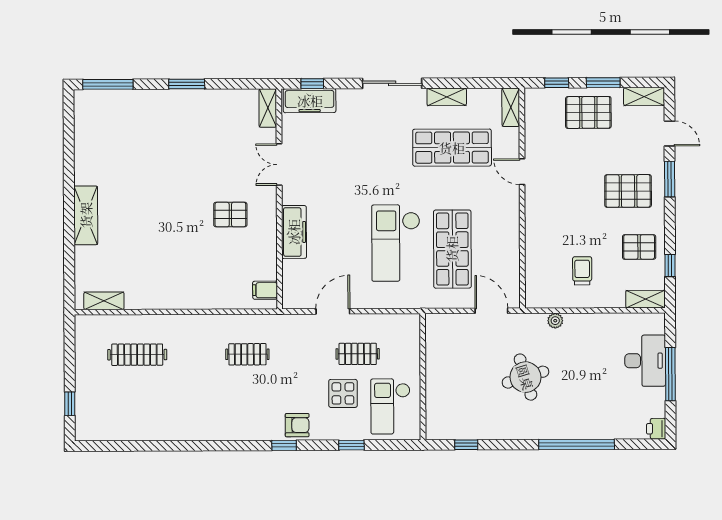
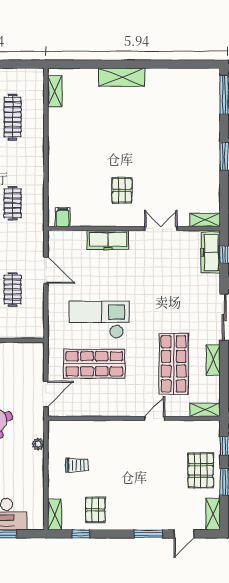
pallet: (628, 191) -> (139, 501), removed

